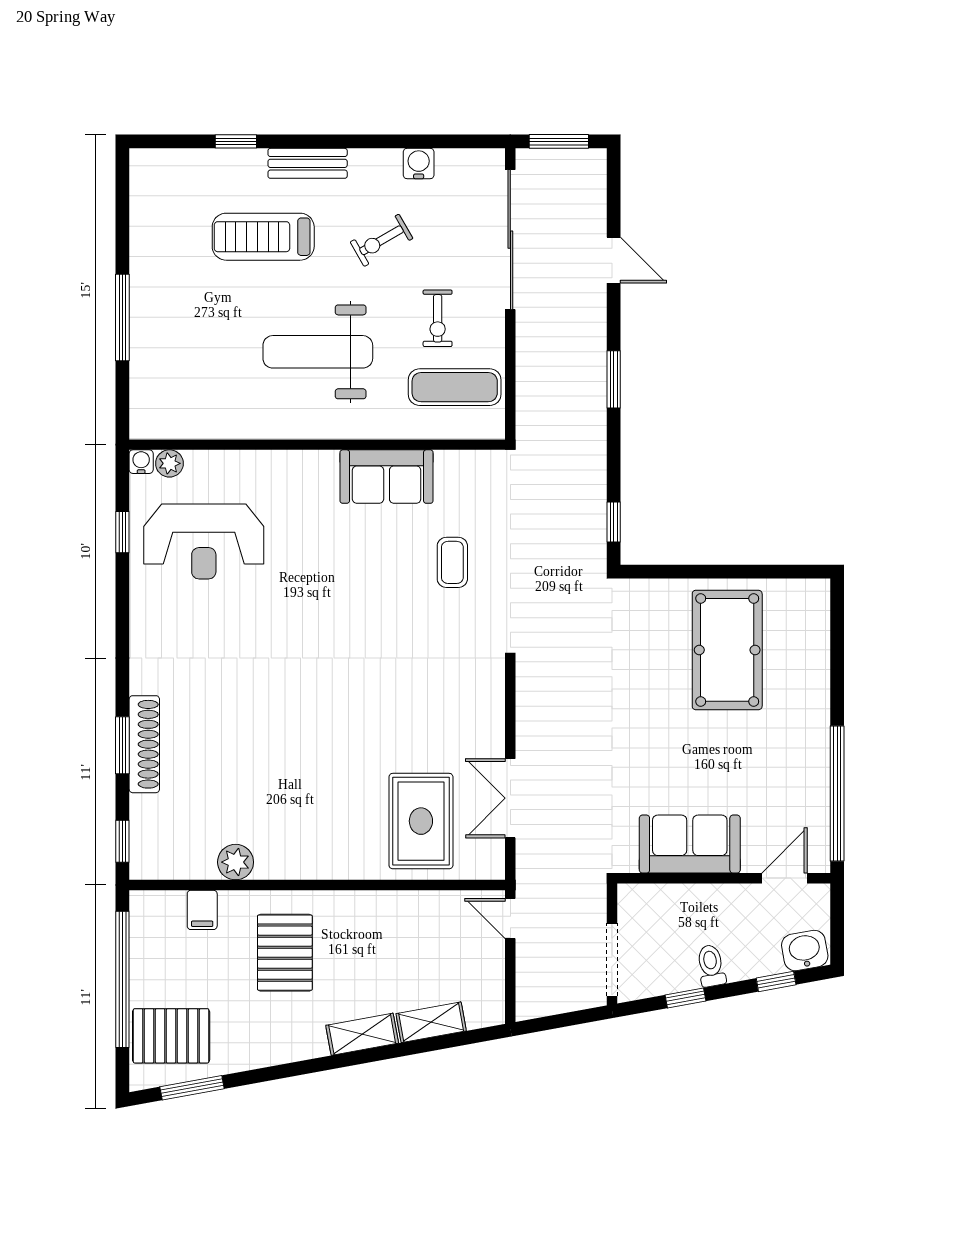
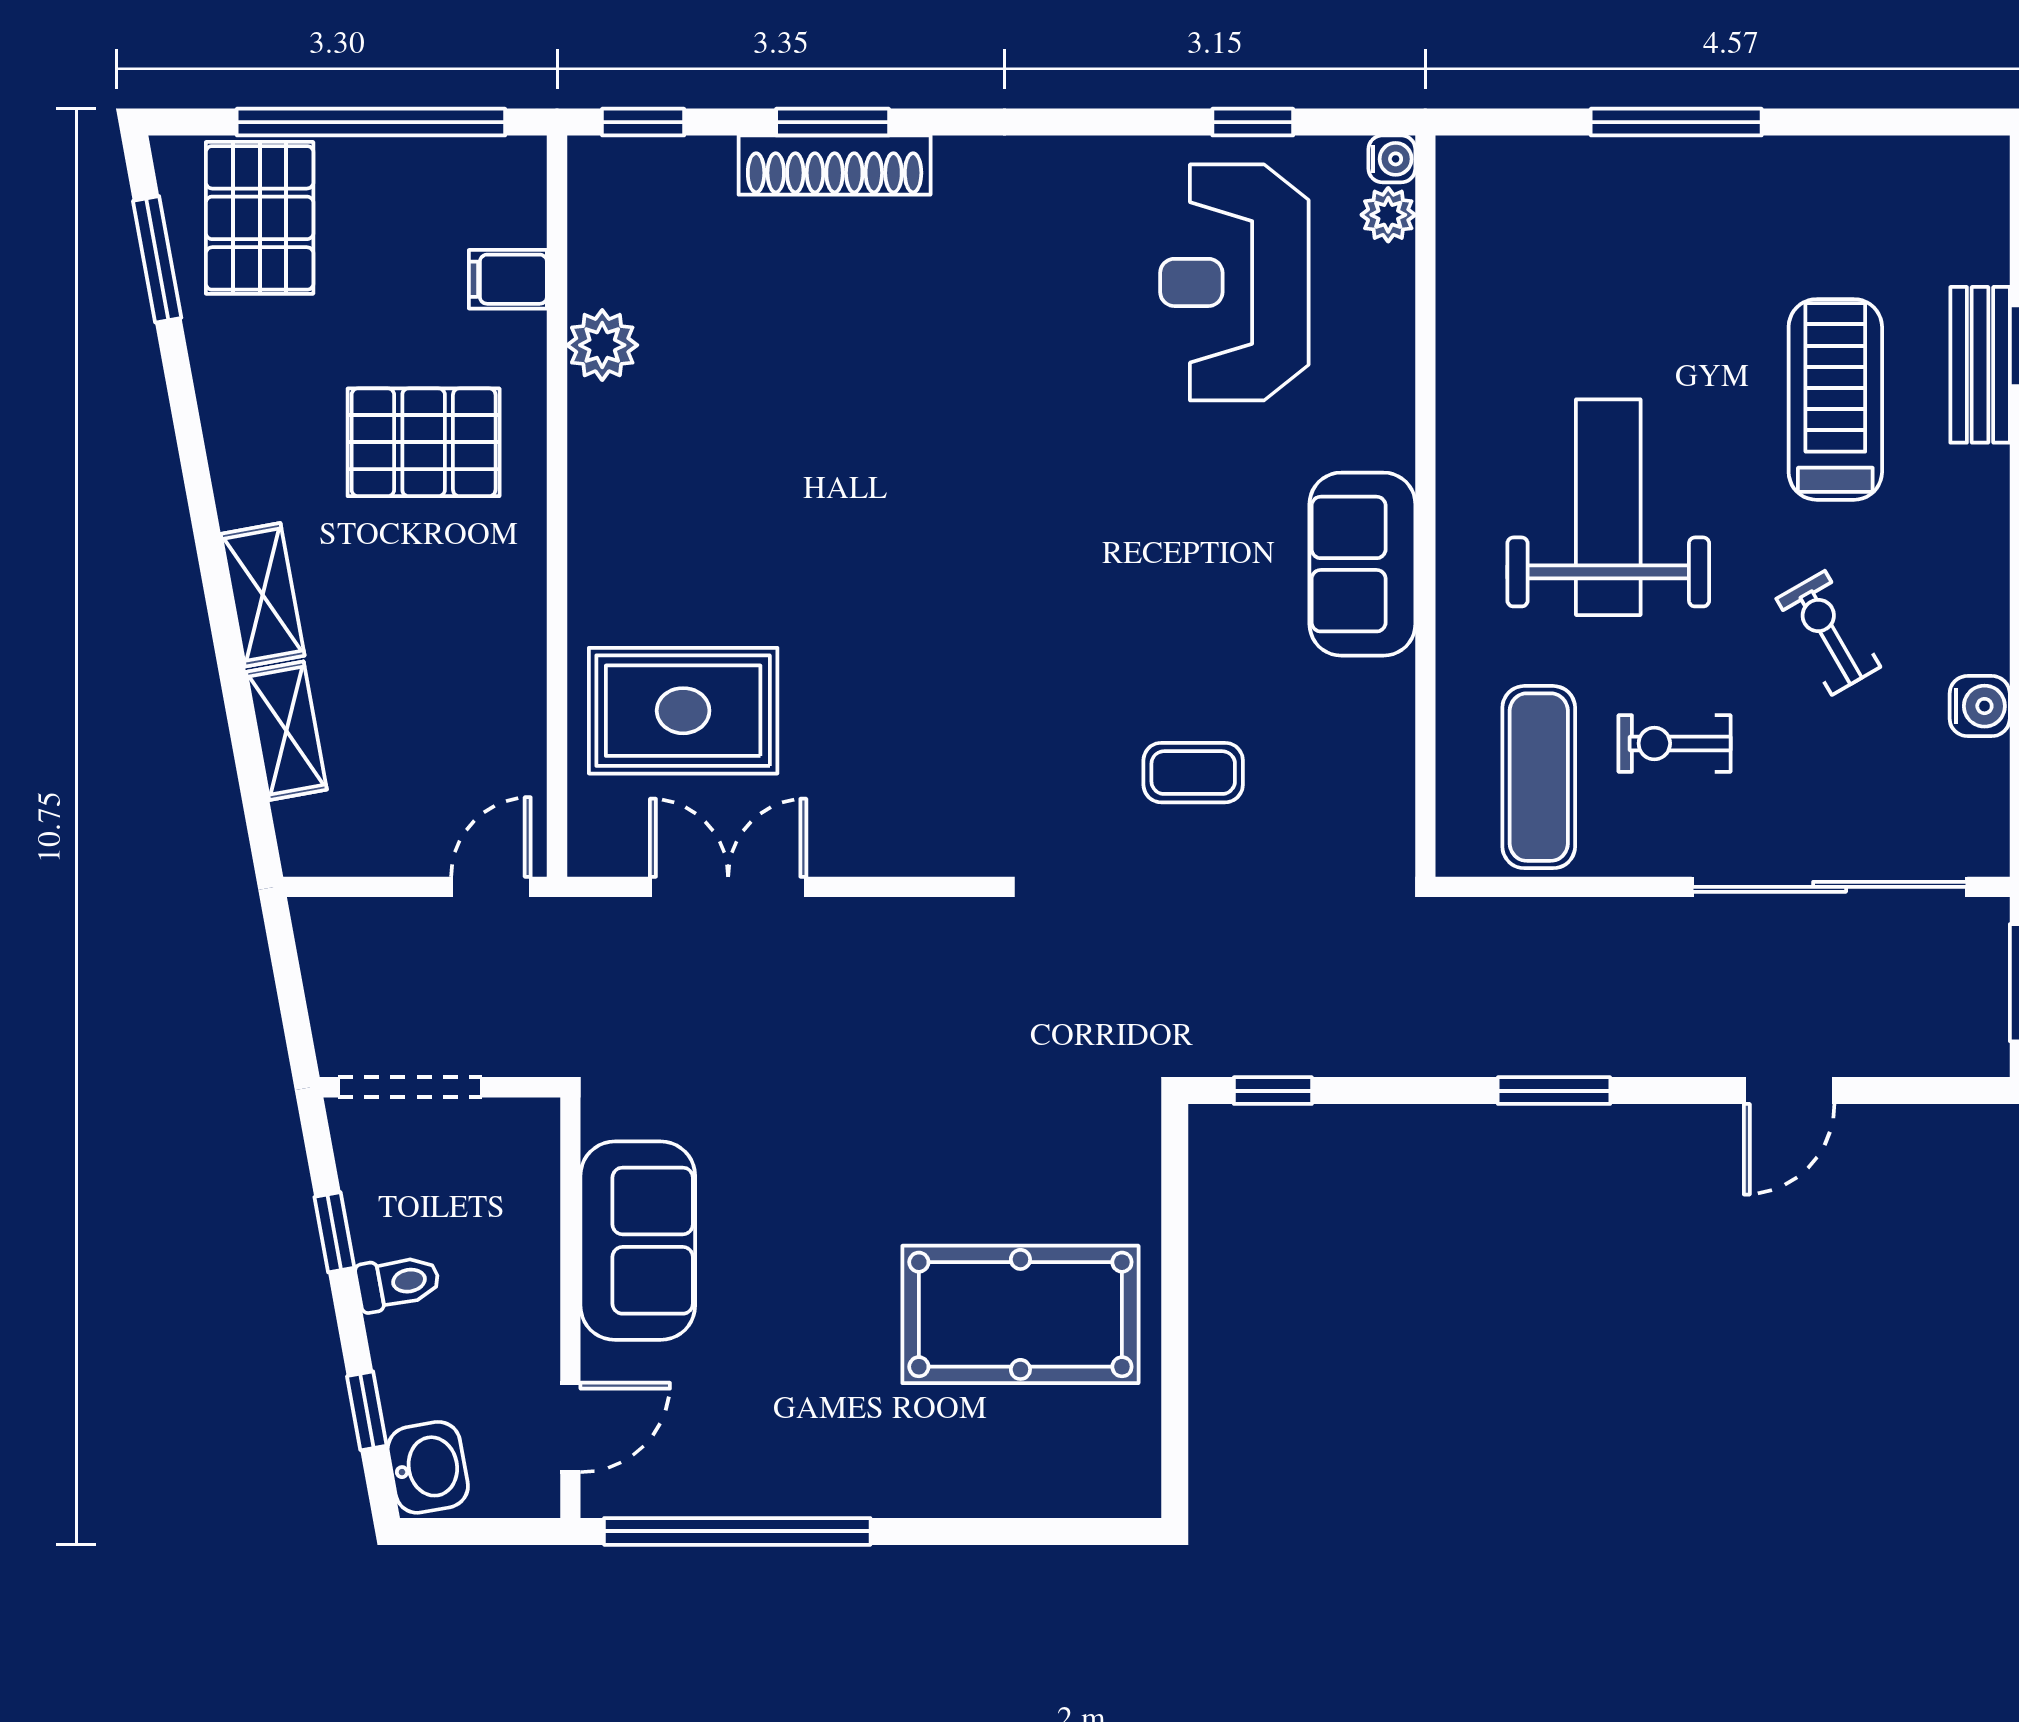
bench: (308, 163) -> (1980, 365), moved
sofa: (387, 477) -> (1362, 564), moved
door: (784, 878) -> (570, 1427), hinge flipped

